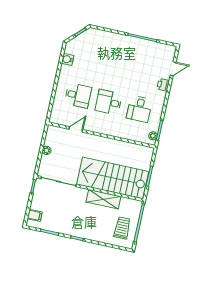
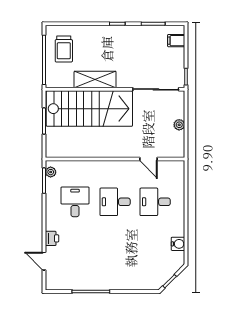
door: (173, 69) -> (44, 261), hinge flipped
desk: (109, 102) -> (115, 202), turned 180
door: (76, 129) -> (148, 159), hinge flipped

